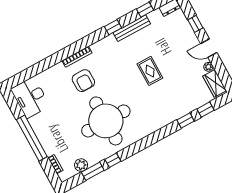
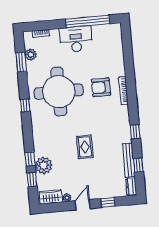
bench: (132, 28) -> (129, 160), moved
rug: (150, 71) -> (85, 147), turned 90
desk: (30, 97) -> (76, 39), moved
plant: (186, 104) -> (44, 165), added
window: (32, 138) -> (88, 21), moved
window: (113, 160) -> (25, 106), moved

